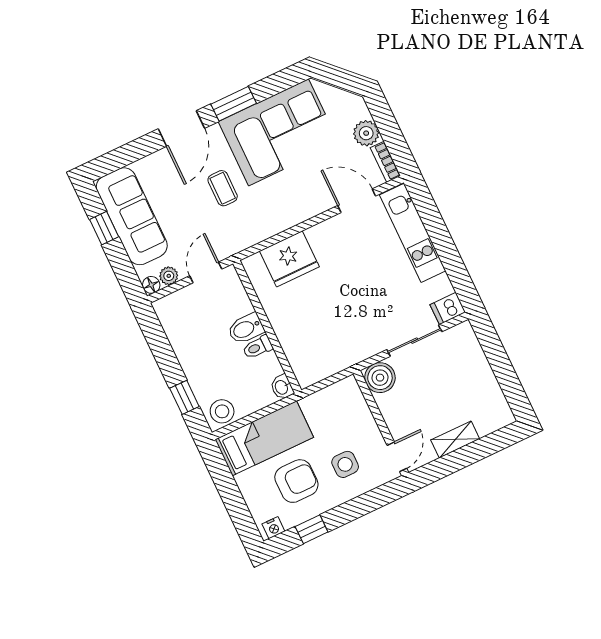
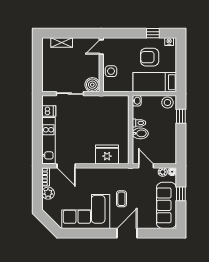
window: (234, 104) -> (99, 233), removed
window: (104, 228) -> (181, 194), moved
door: (206, 272) -> (146, 166), swing flipped
dishwasher: (448, 308) -> (49, 111), moved
shelving: (455, 439) -> (62, 43), moved
side table: (345, 464) -> (111, 71), moved

